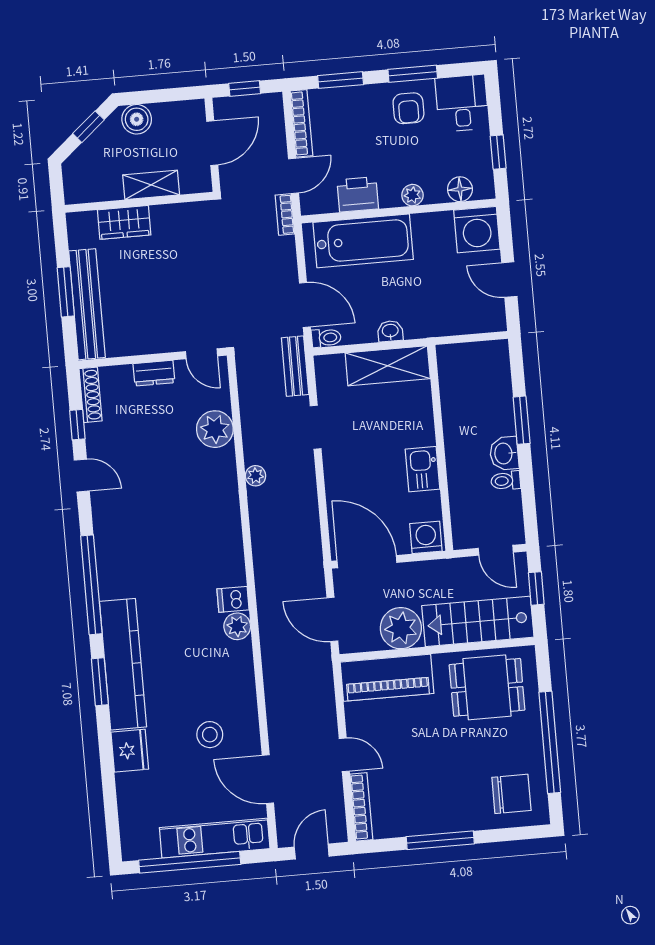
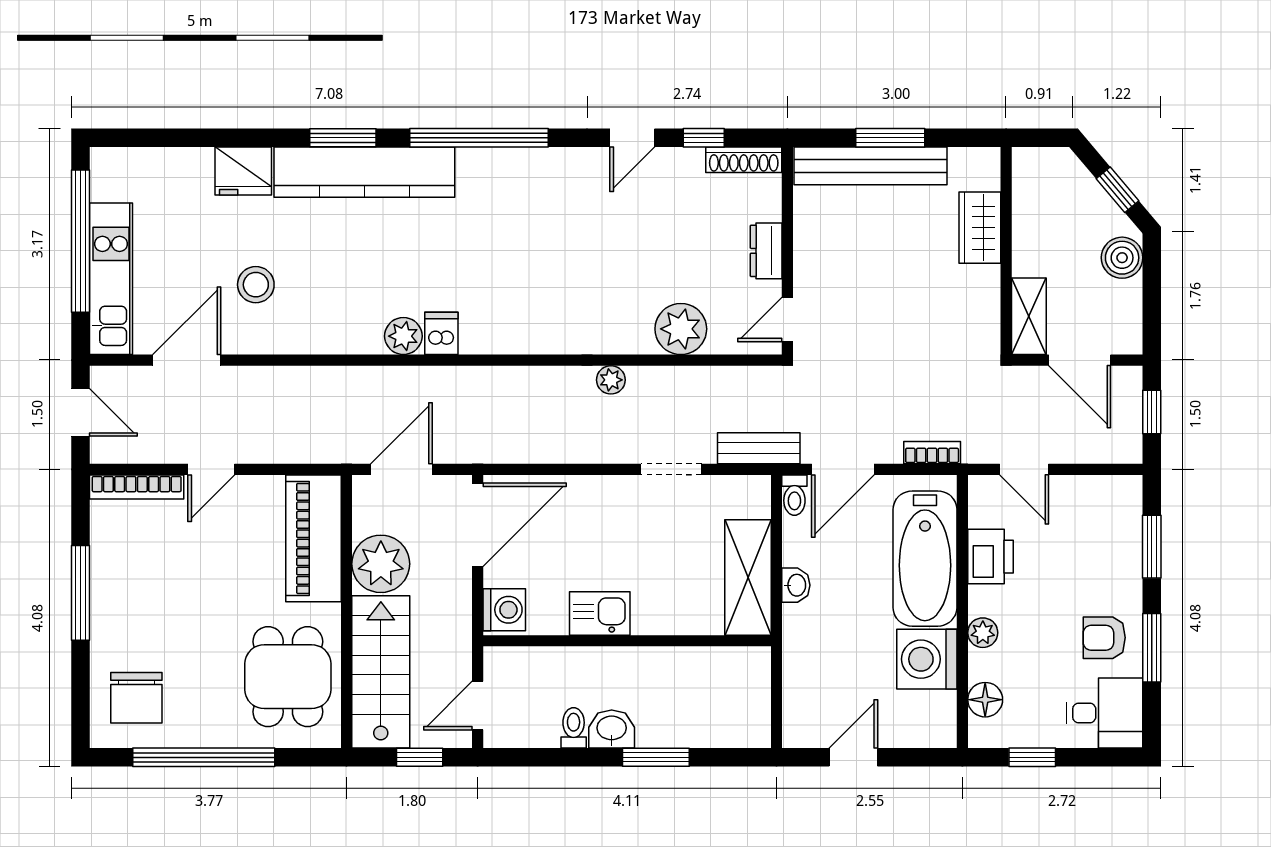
bookcase: (301, 123) -> (1096, 487), removed
shelving: (151, 185) -> (1029, 316), moved
bookcase: (285, 214) -> (932, 453), moved
washing machine: (477, 230) -> (927, 659), moved

